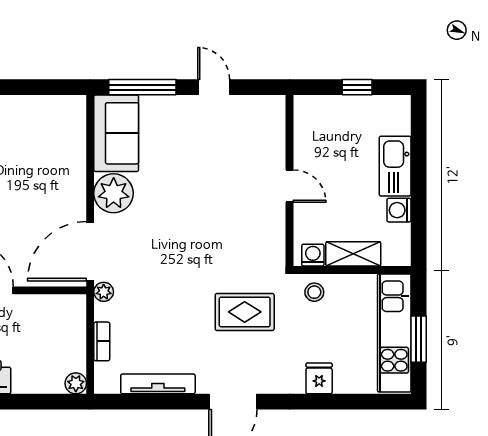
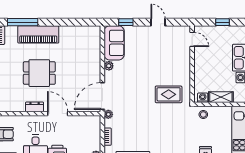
window: (142, 87) -> (126, 22), width x0.46
door: (290, 186) -> (192, 39), moved
plant: (114, 193) -> (109, 66), width x0.53, depth x0.53
rug: (245, 312) -> (169, 94), moved

